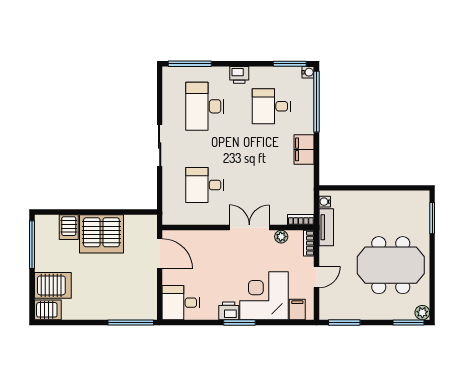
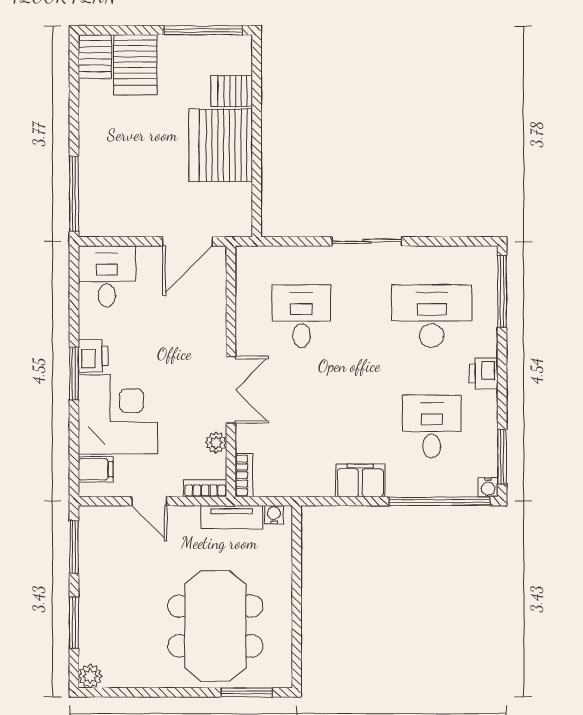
meeting table: (391, 265) -> (215, 626), moved
window: (408, 322) -> (74, 623), moved

